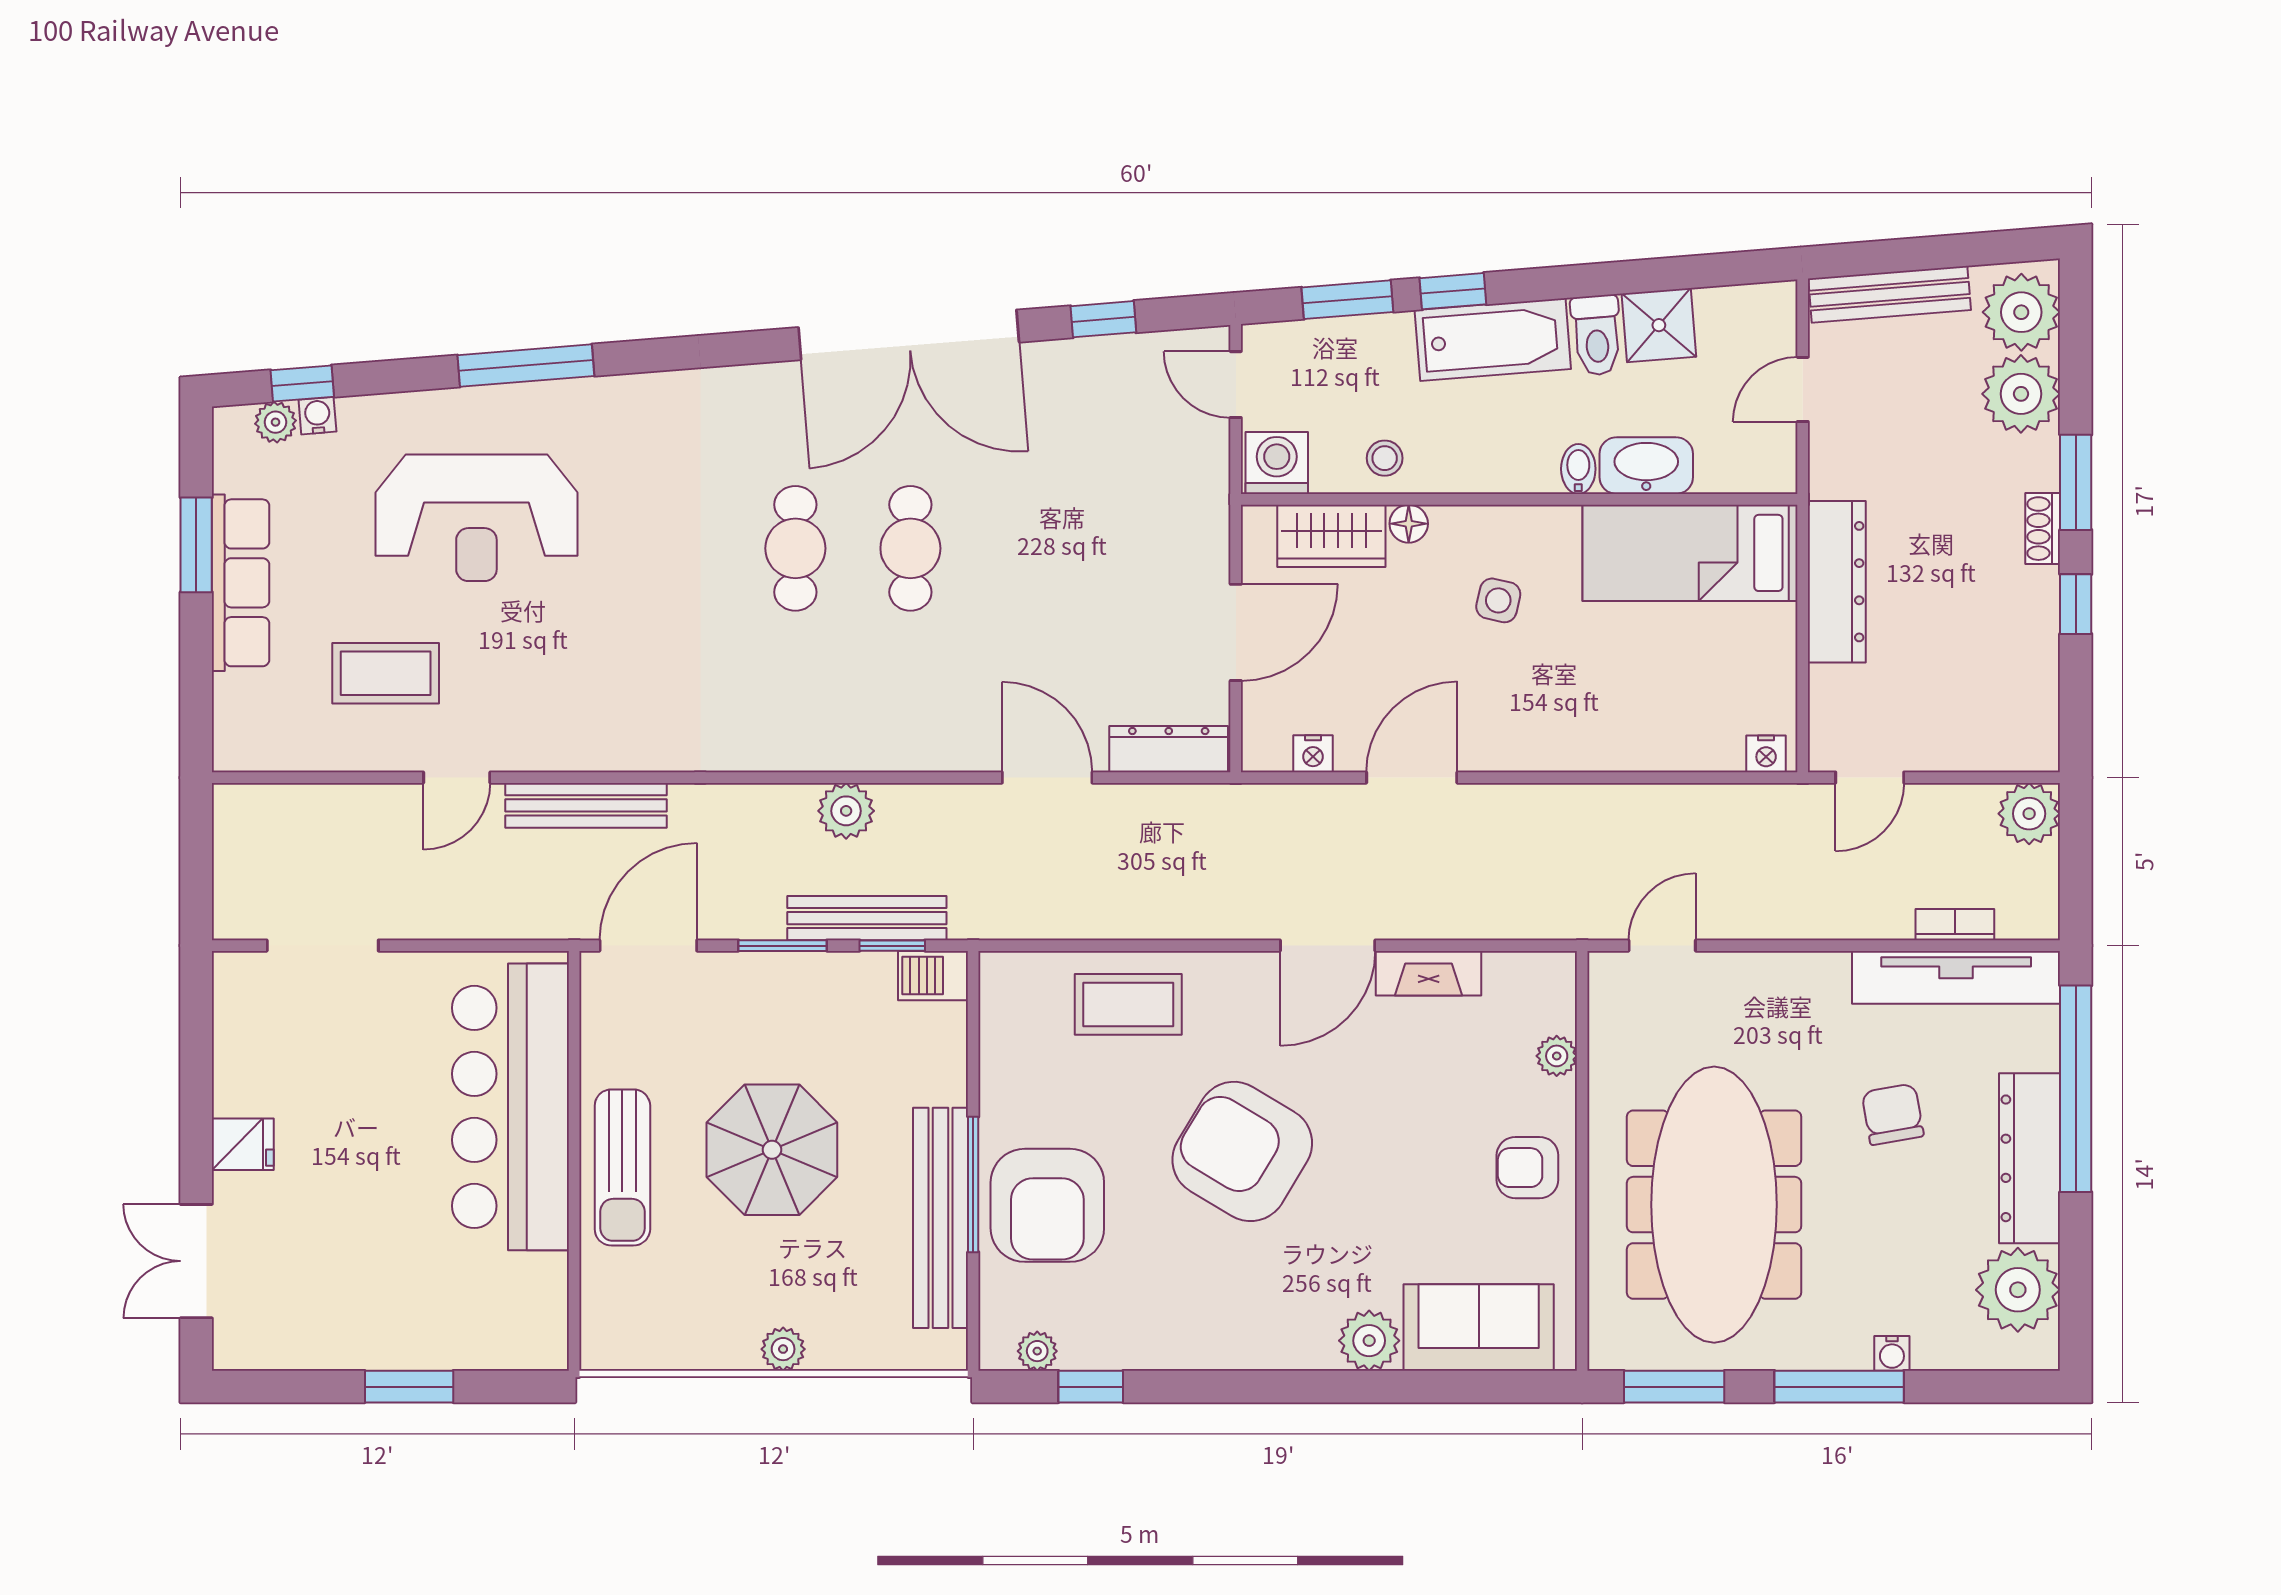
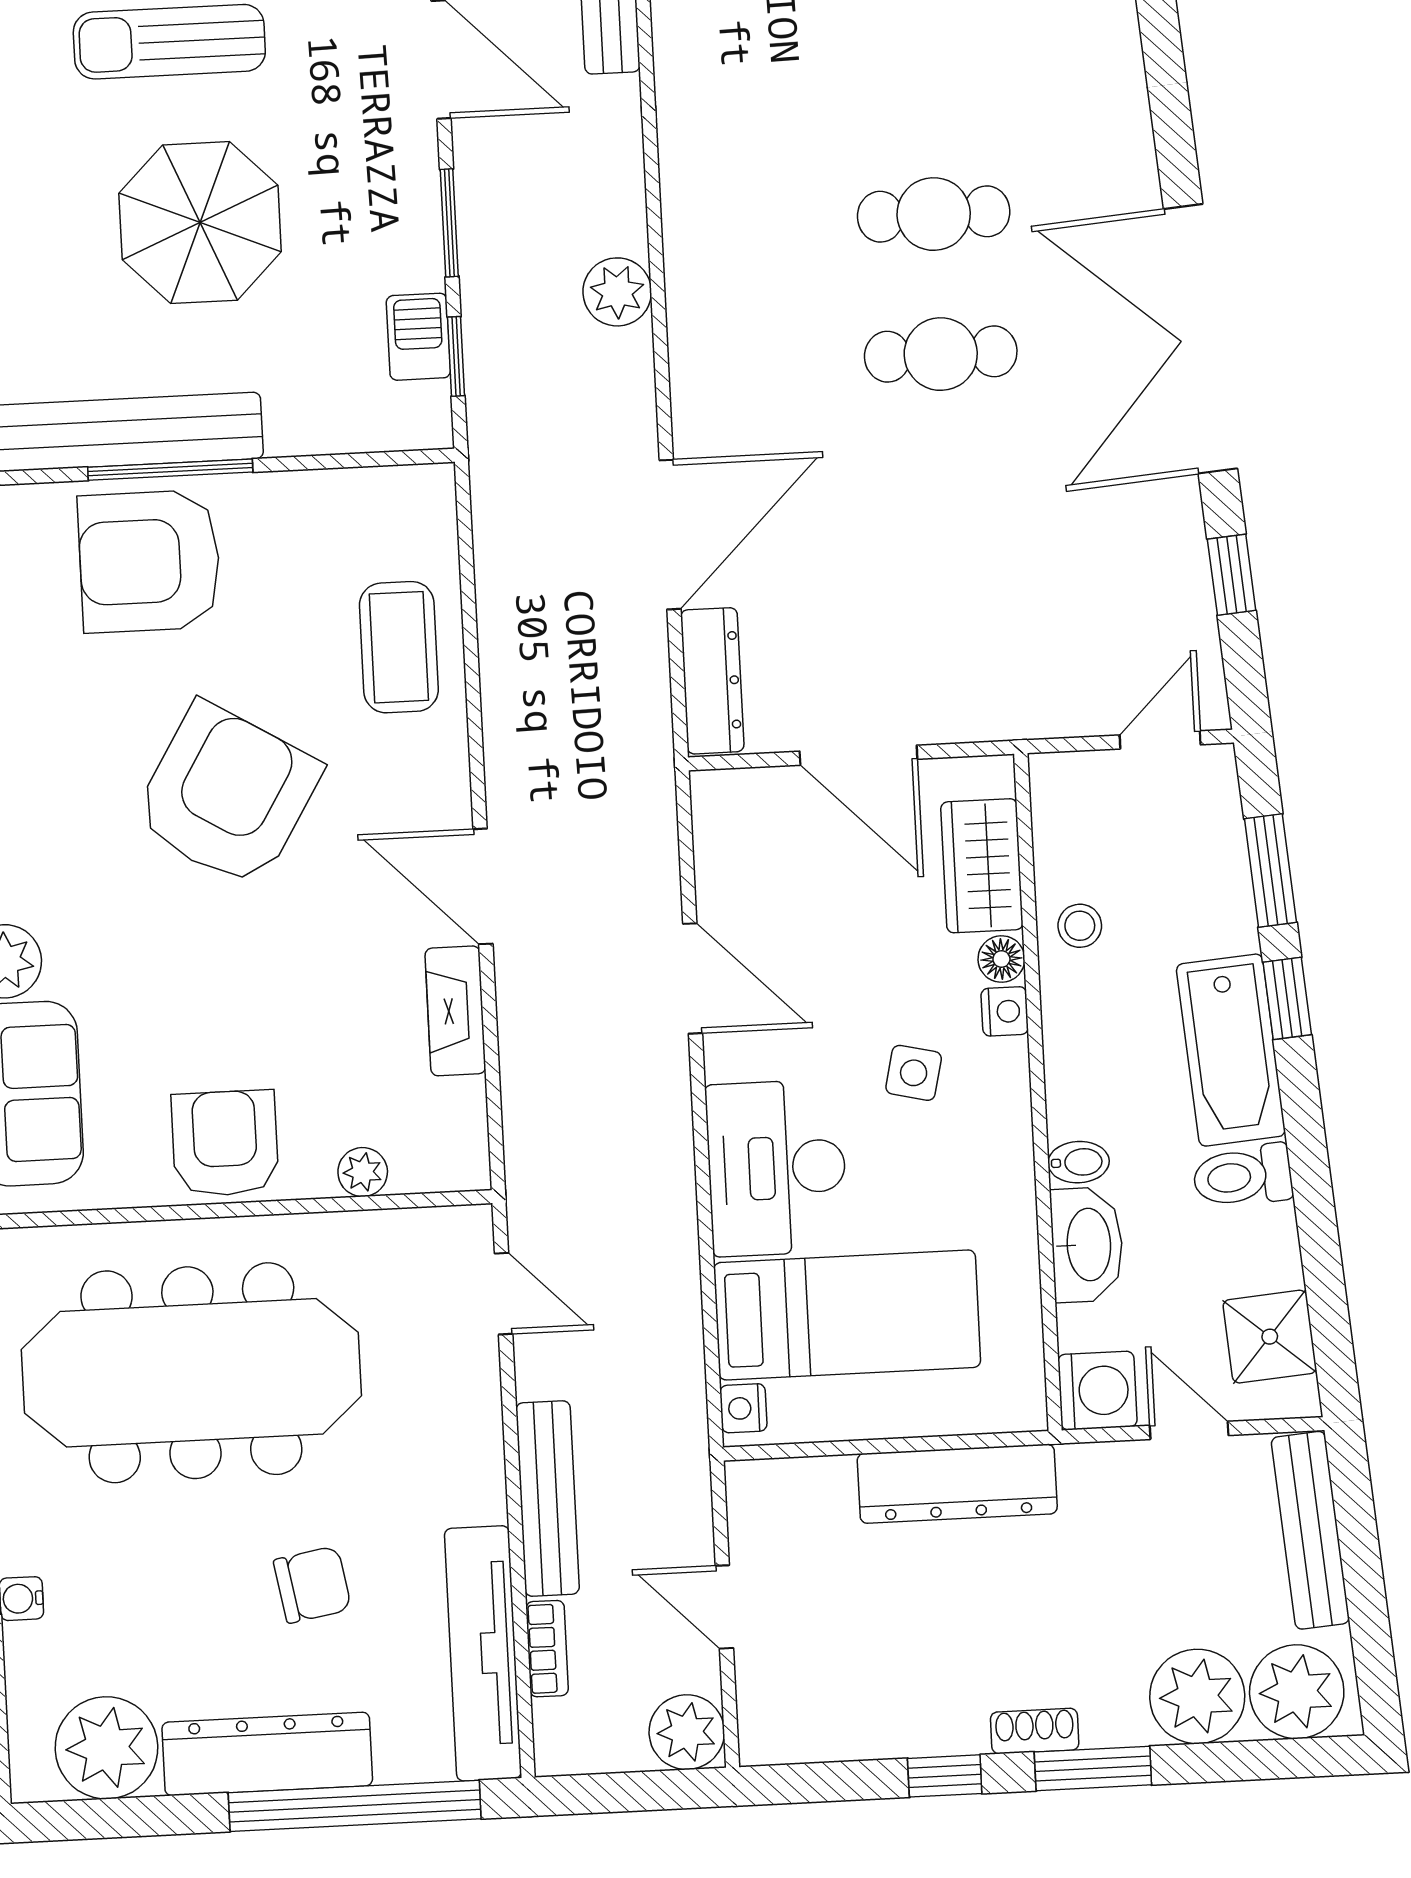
shower: (1659, 325) -> (1270, 1337), moved
washing machine: (1277, 463) -> (1097, 1391), moved
bed: (1690, 553) -> (847, 1315), moved, turned 90
desk: (1570, 717) -> (777, 1168), added
nightstand: (1313, 754) -> (1005, 1011), moved, turned 180
door: (1047, 778) -> (670, 535), width x1.36
door: (1870, 778) -> (724, 1607), moved
bench: (867, 918) -> (548, 1499), moved
barbecue: (933, 976) -> (418, 337), moved
armchair: (1527, 1168) -> (225, 1143), width x1.38, depth x1.38

